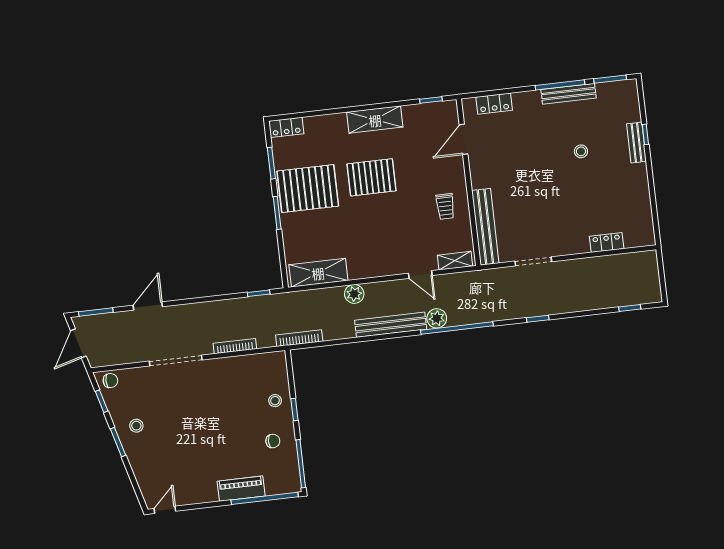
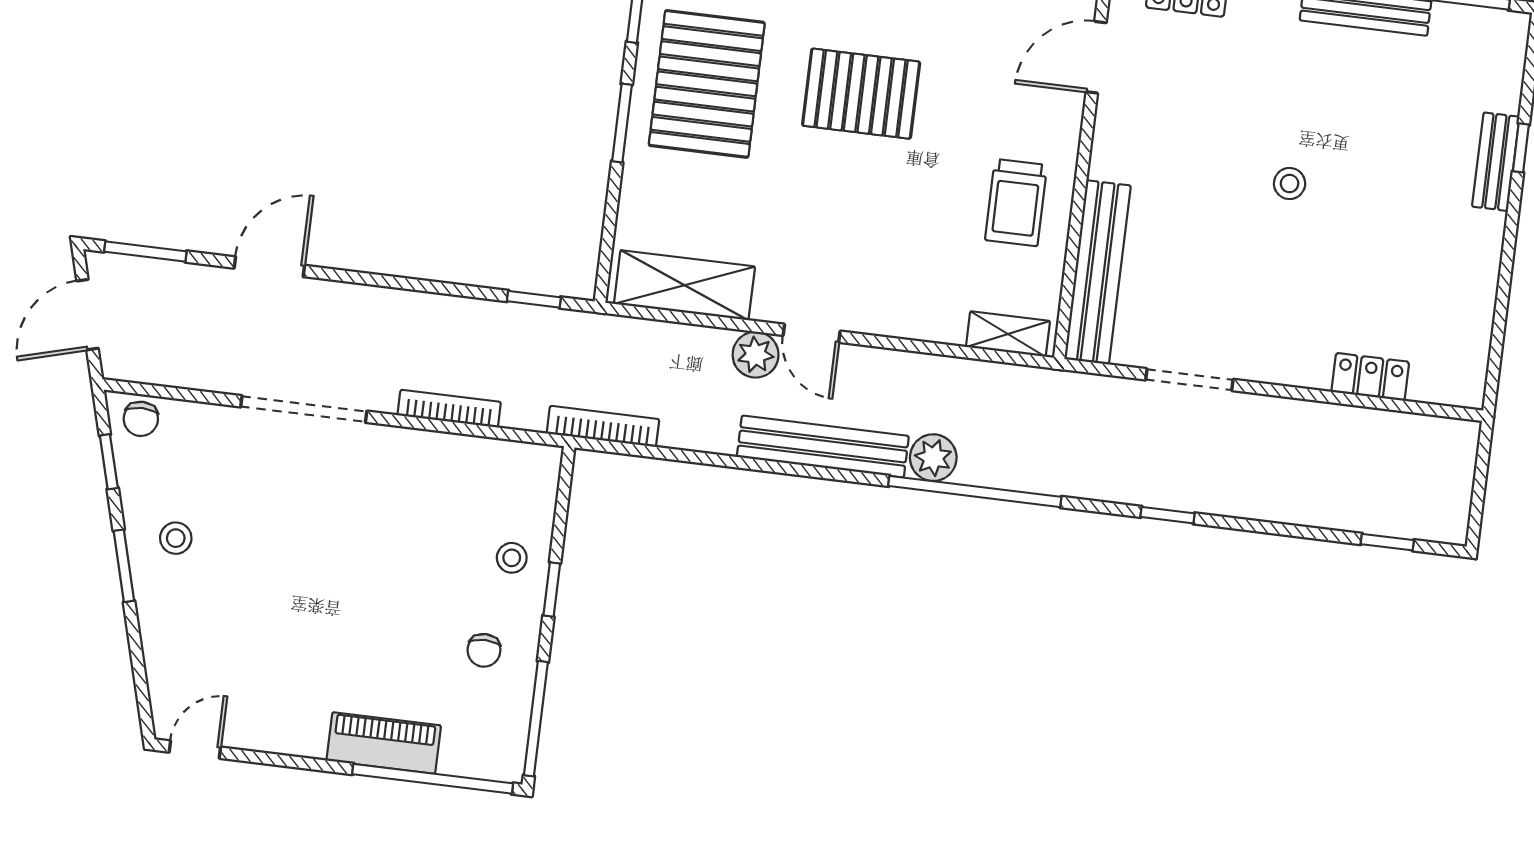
stool: (581, 151) -> (1290, 184), moved
pallet: (308, 189) -> (707, 84), turned 90
trolley: (445, 206) -> (1016, 203), width x1.36, depth x1.39
door: (420, 274) -> (812, 333), moved
chair: (110, 381) -> (141, 419), turned 90
chair: (273, 441) -> (484, 650), turned 90

